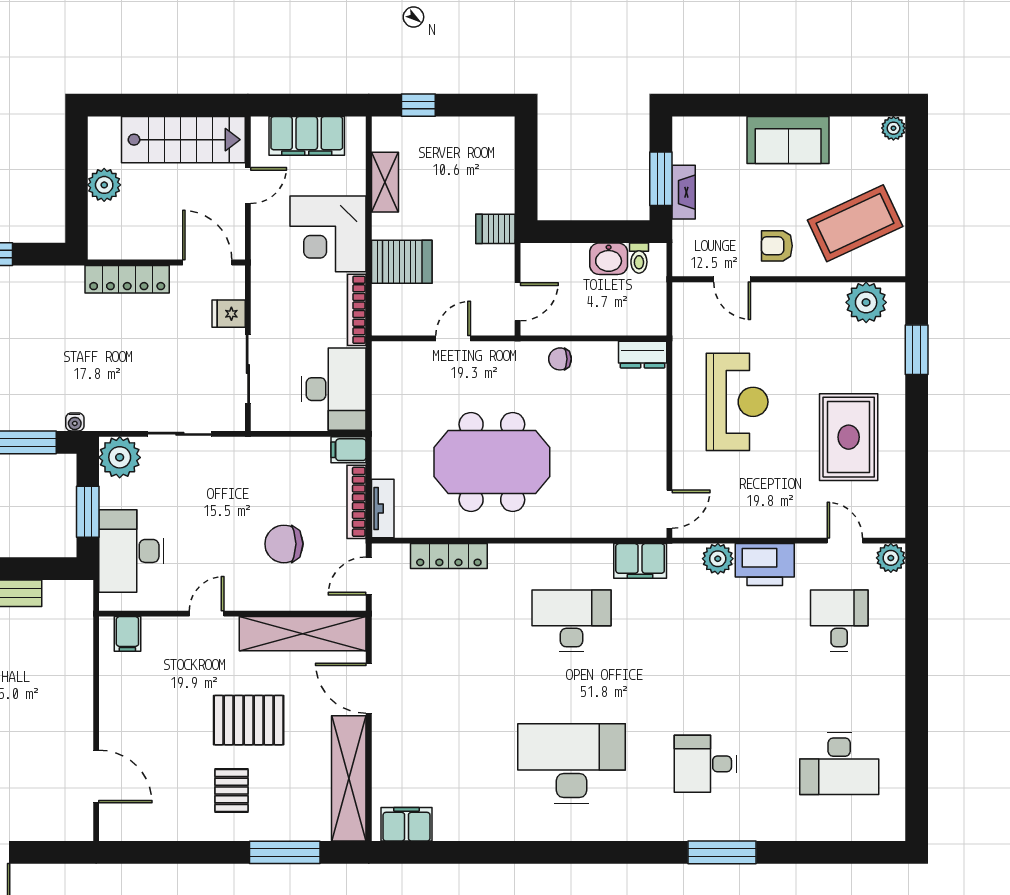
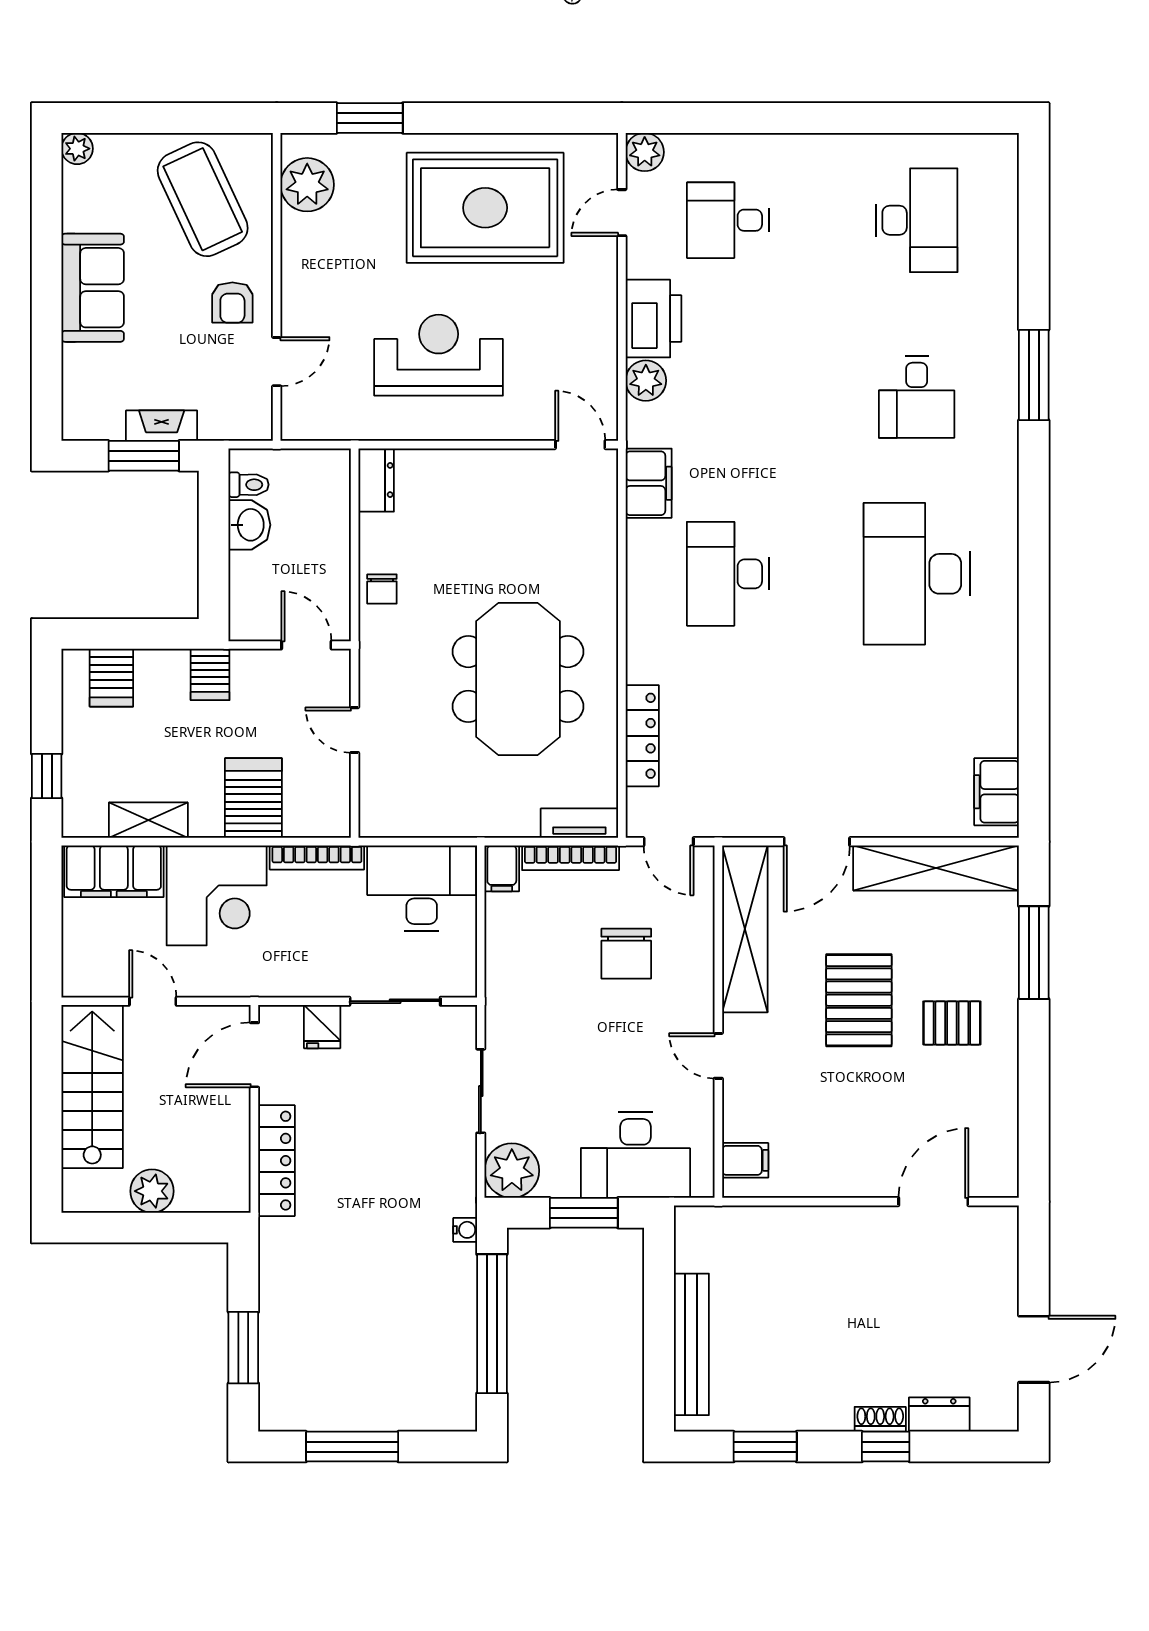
filing cabinet: (307, 136) -> (114, 871), moved, turned 90
server rack: (493, 154) -> (111, 678), added
rug: (849, 437) -> (485, 208), width x1.37, depth x1.44

